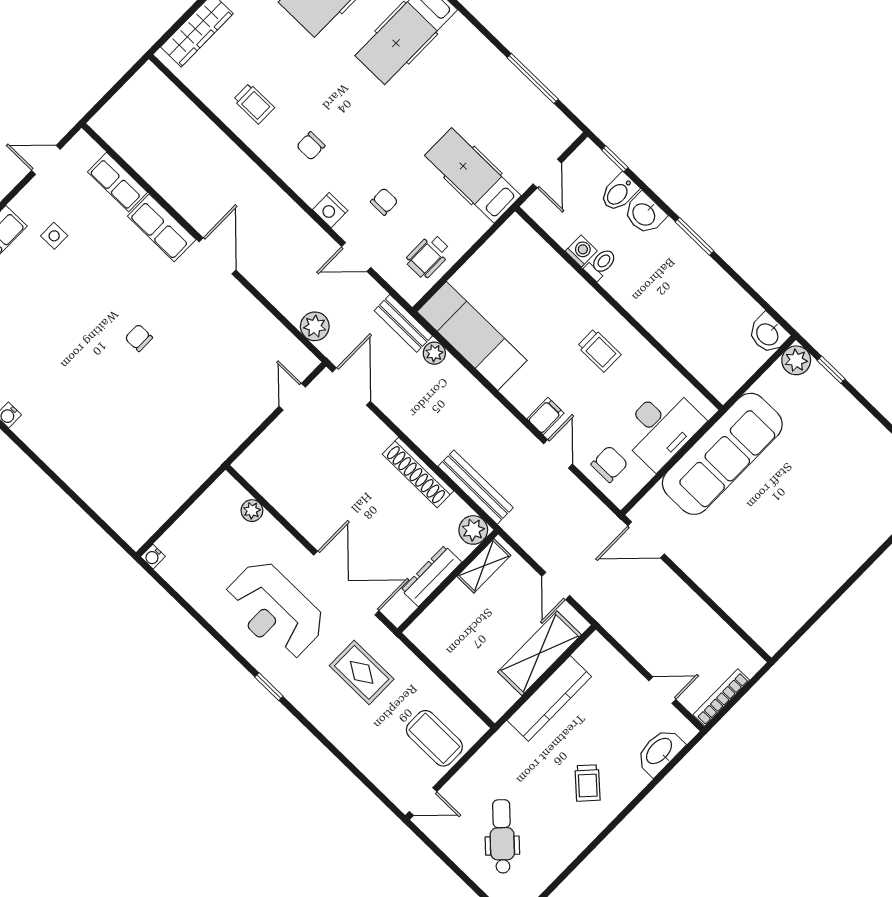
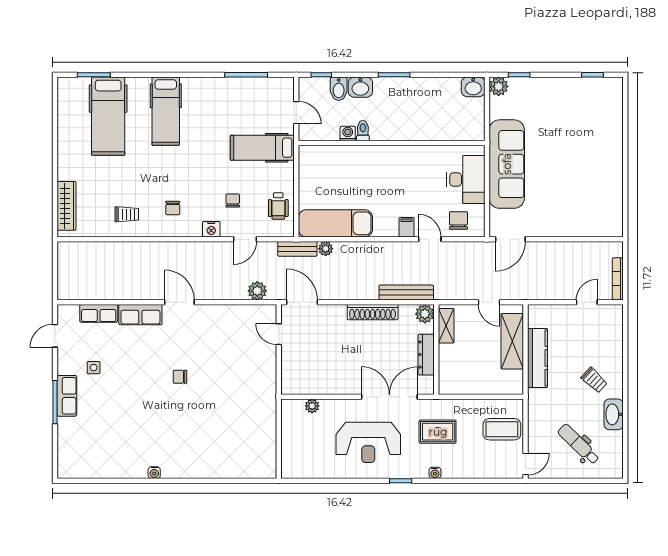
trolley: (599, 350) -> (402, 172), removed
water cooler: (153, 557) -> (435, 473), moved
washbasin: (660, 752) -> (614, 414), moved

